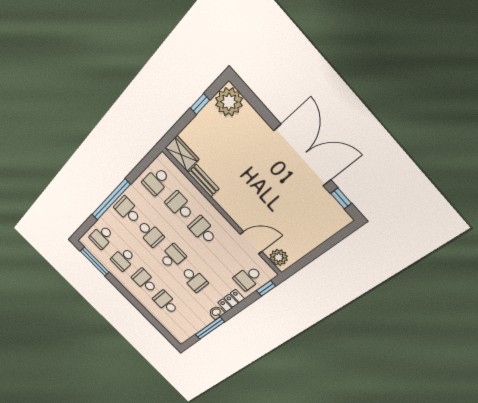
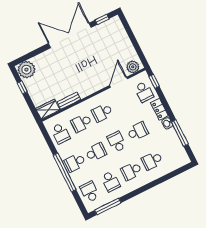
school desk: (102, 237) -> (90, 192), turned 180

